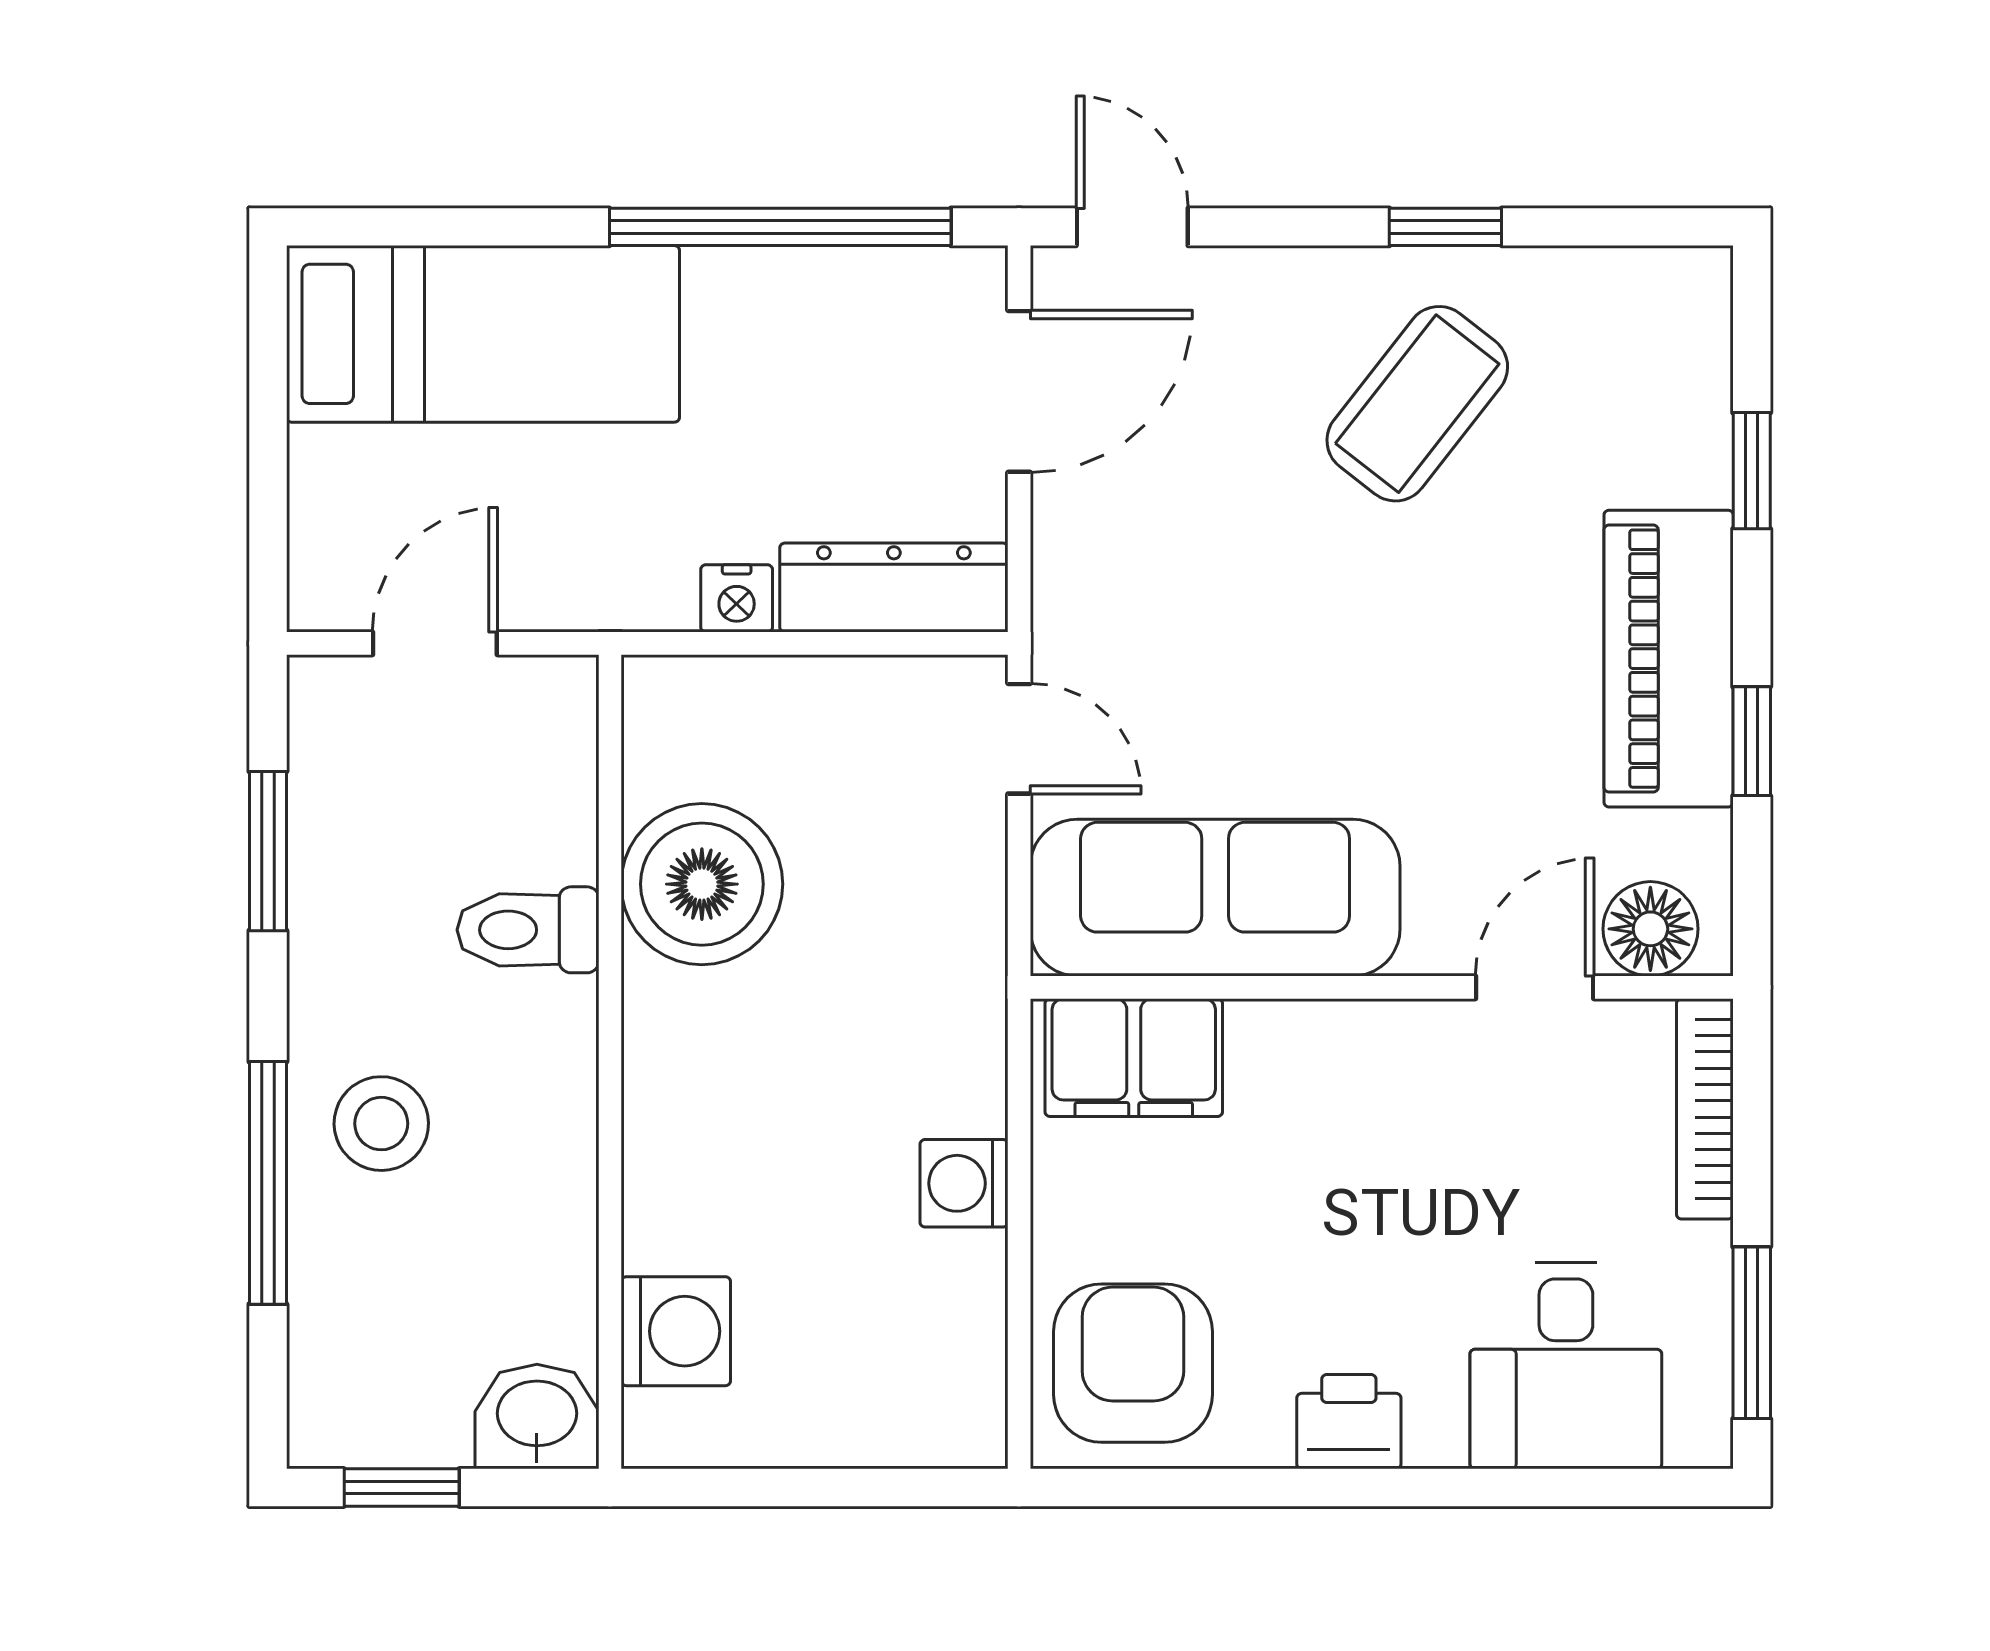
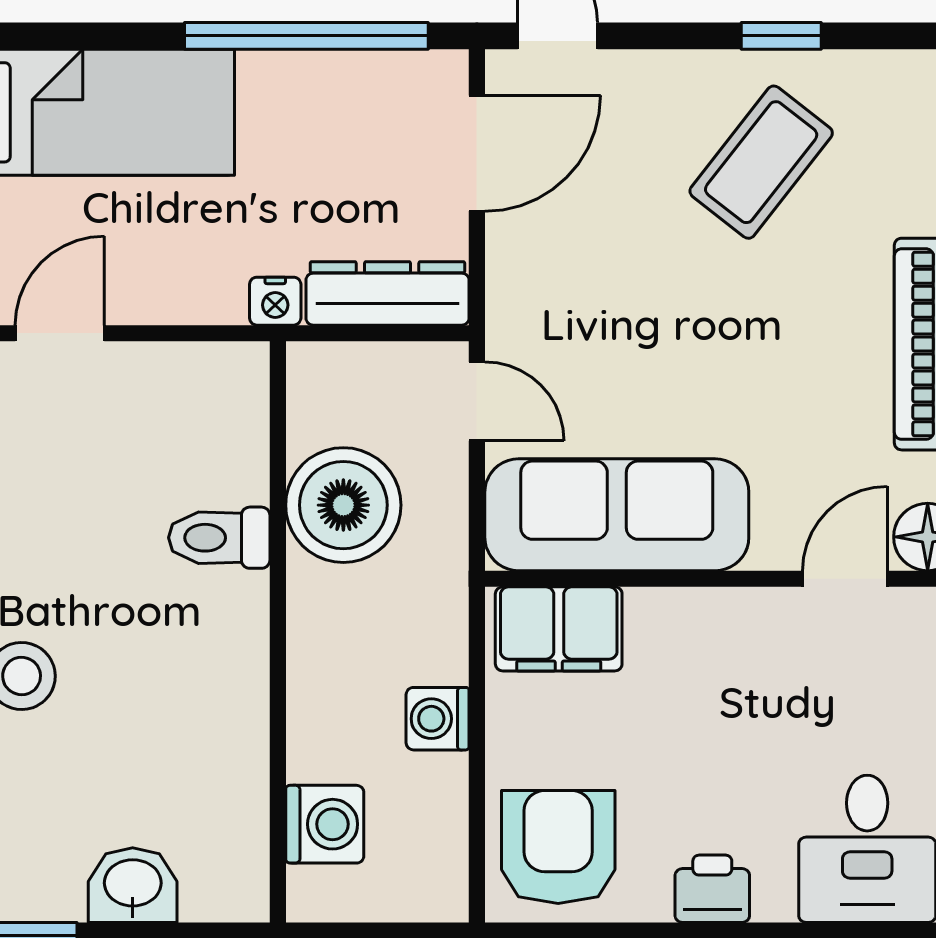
boiler: (702, 884) -> (343, 505), moved
toilet: (528, 930) -> (219, 538), moved
wall: (610, 1062) -> (278, 632), moved
washing machine: (676, 1331) -> (325, 824), moved

